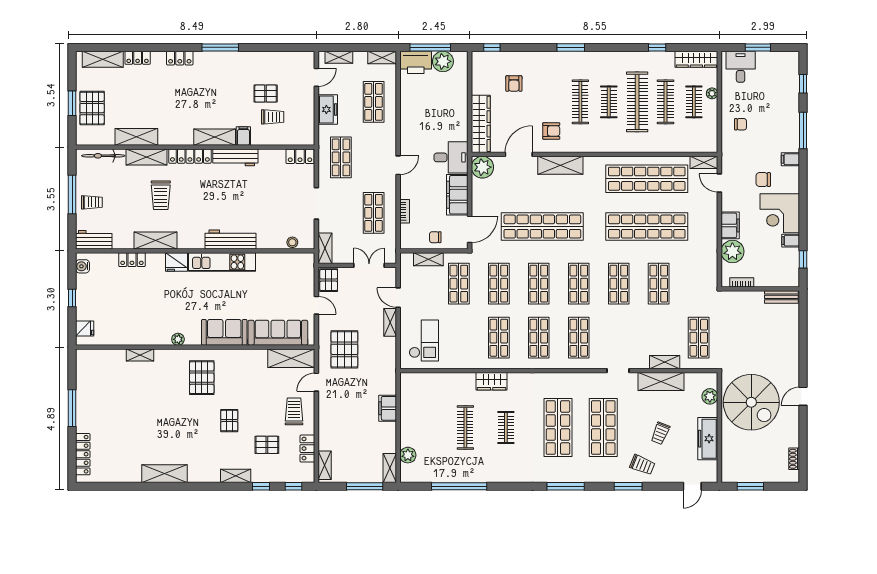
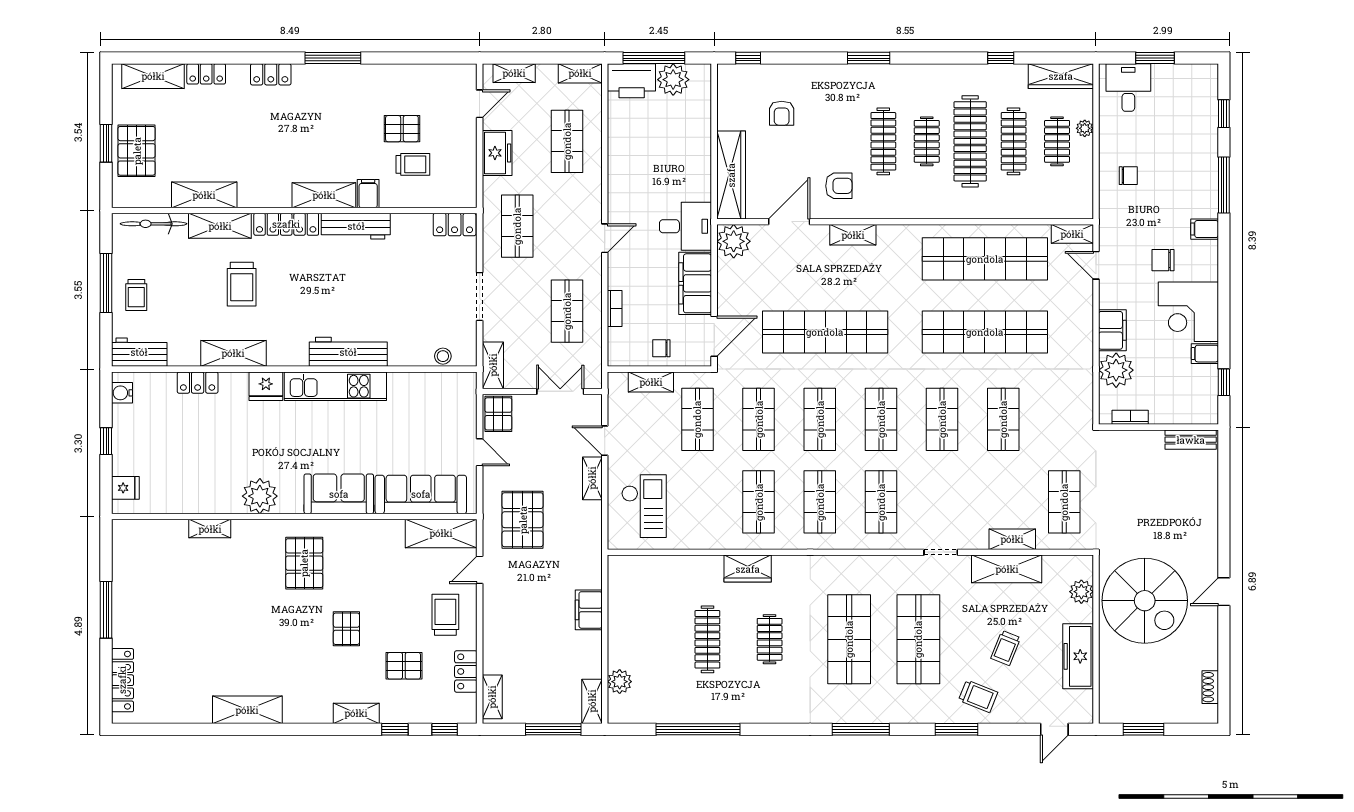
shelving: (560, 165) -> (853, 235), width x0.67, depth x0.75
trolley: (92, 202) -> (136, 295), turned 90
plant: (178, 339) -> (260, 496), width x1.88, depth x1.88

